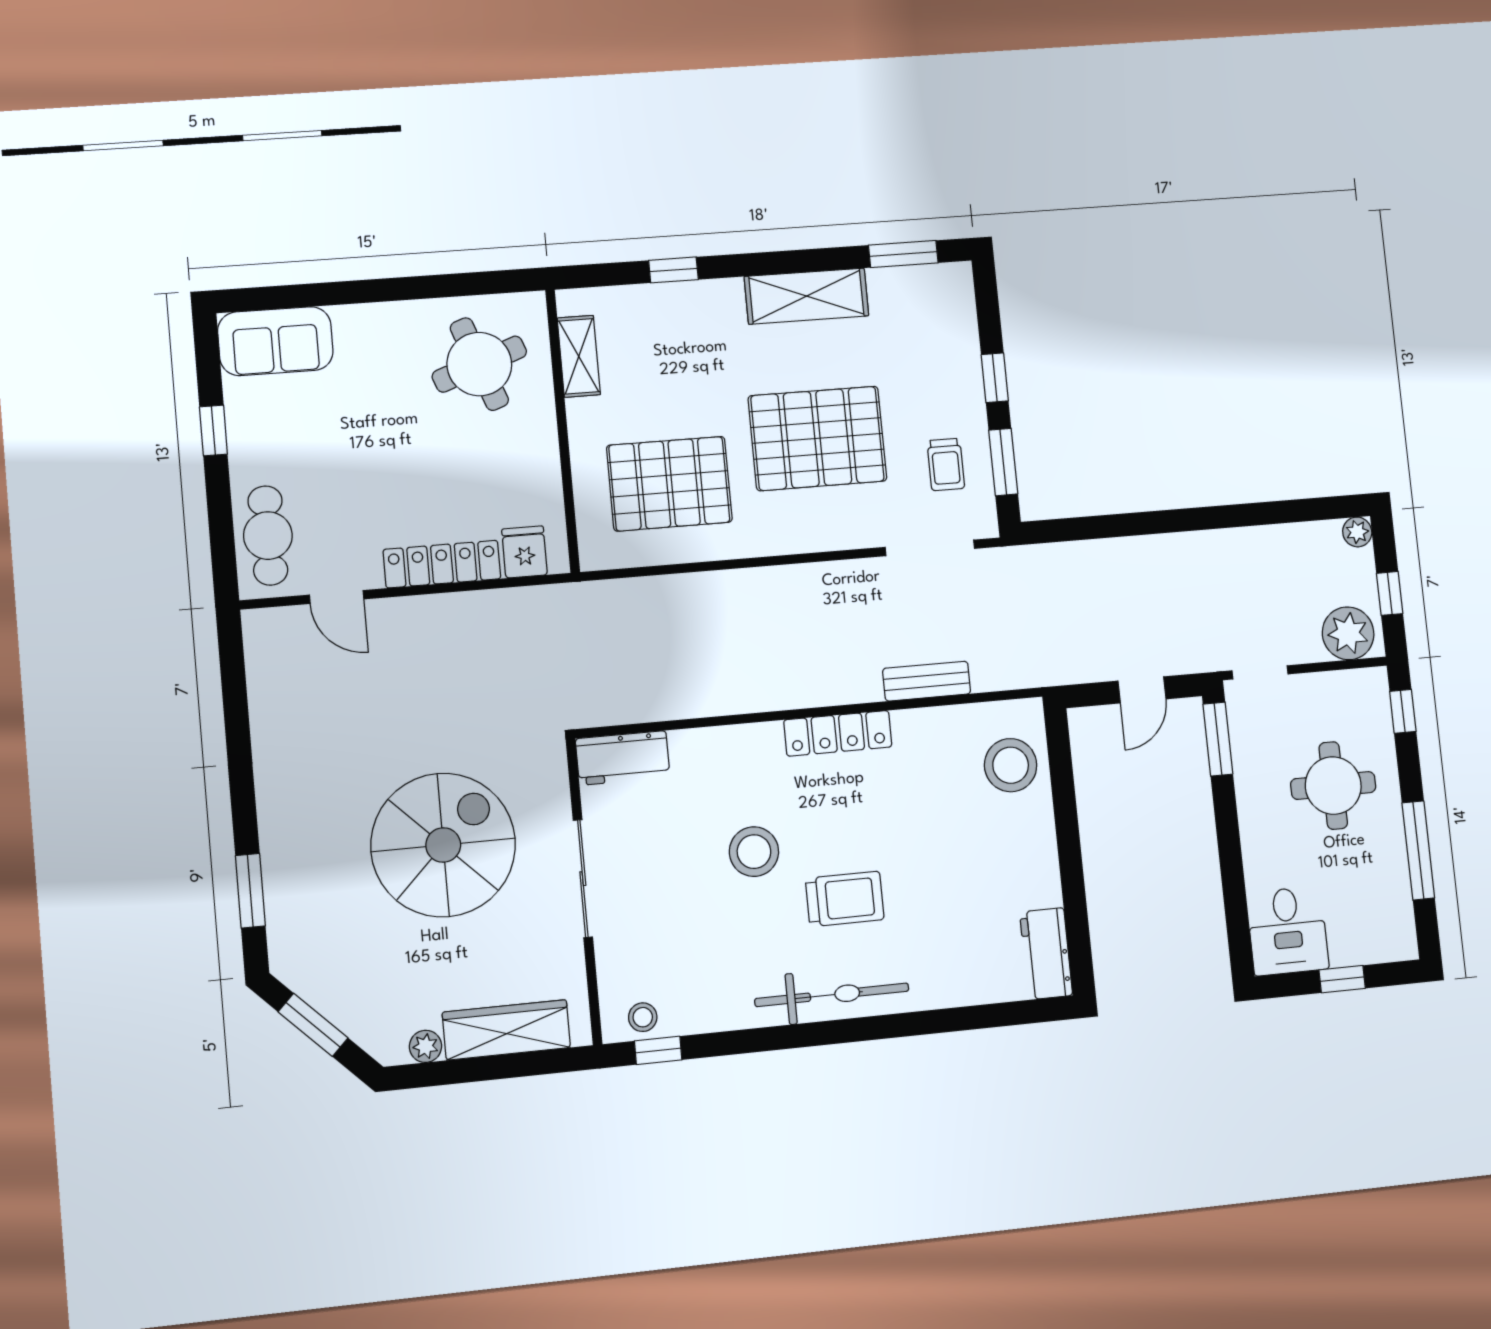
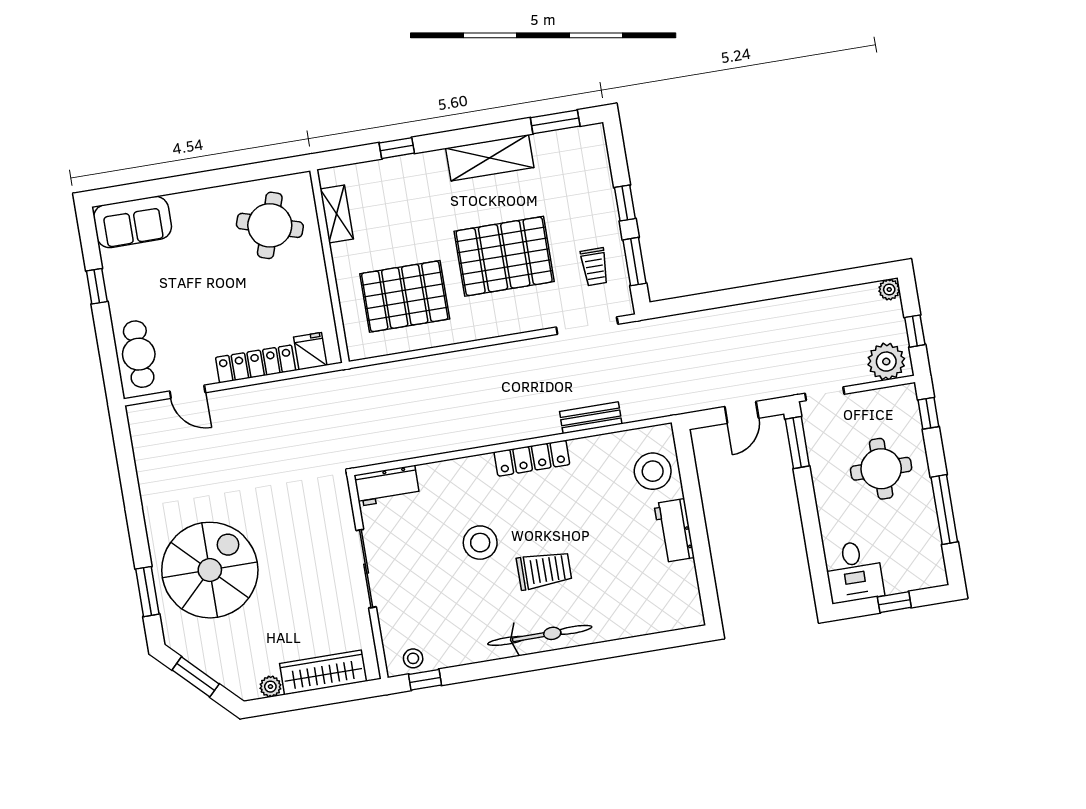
round table: (479, 364) -> (270, 225), turned 38
spiral stairs: (443, 845) -> (210, 570), moved
workbench: (1046, 954) -> (674, 530), moved

